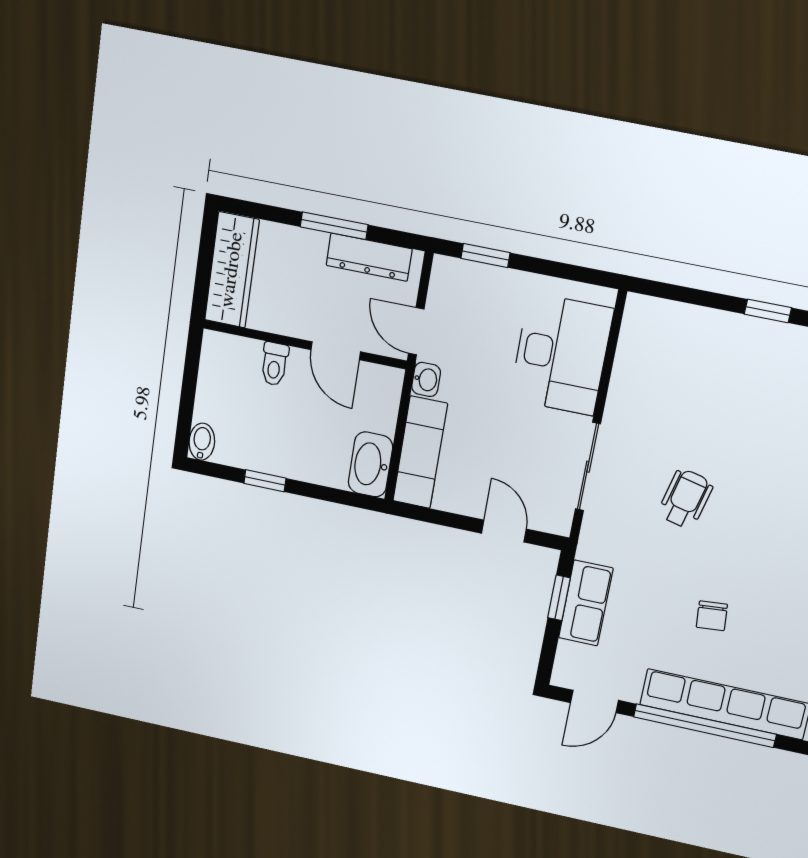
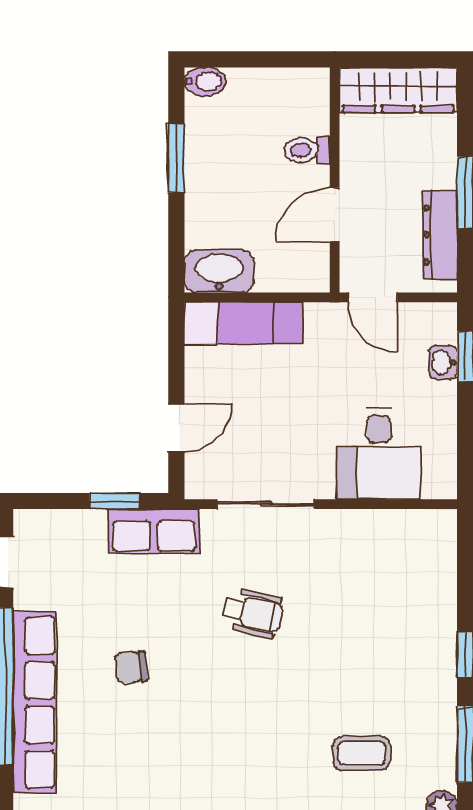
door: (416, 331) -> (373, 297), swing flipped
desk: (561, 354) -> (379, 454), width x0.73
washbasin: (426, 379) -> (443, 362), moved, turned 90
window: (265, 481) -> (176, 158), width x1.50
row of seats: (586, 603) -> (154, 531), moved

